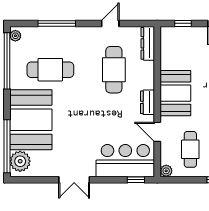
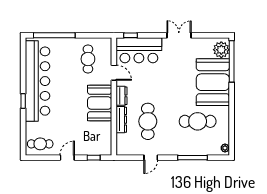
dresser: (148, 43) -> (121, 120), moved
window: (7, 61) -> (232, 128), removed
plant: (166, 171) -> (107, 42), removed

